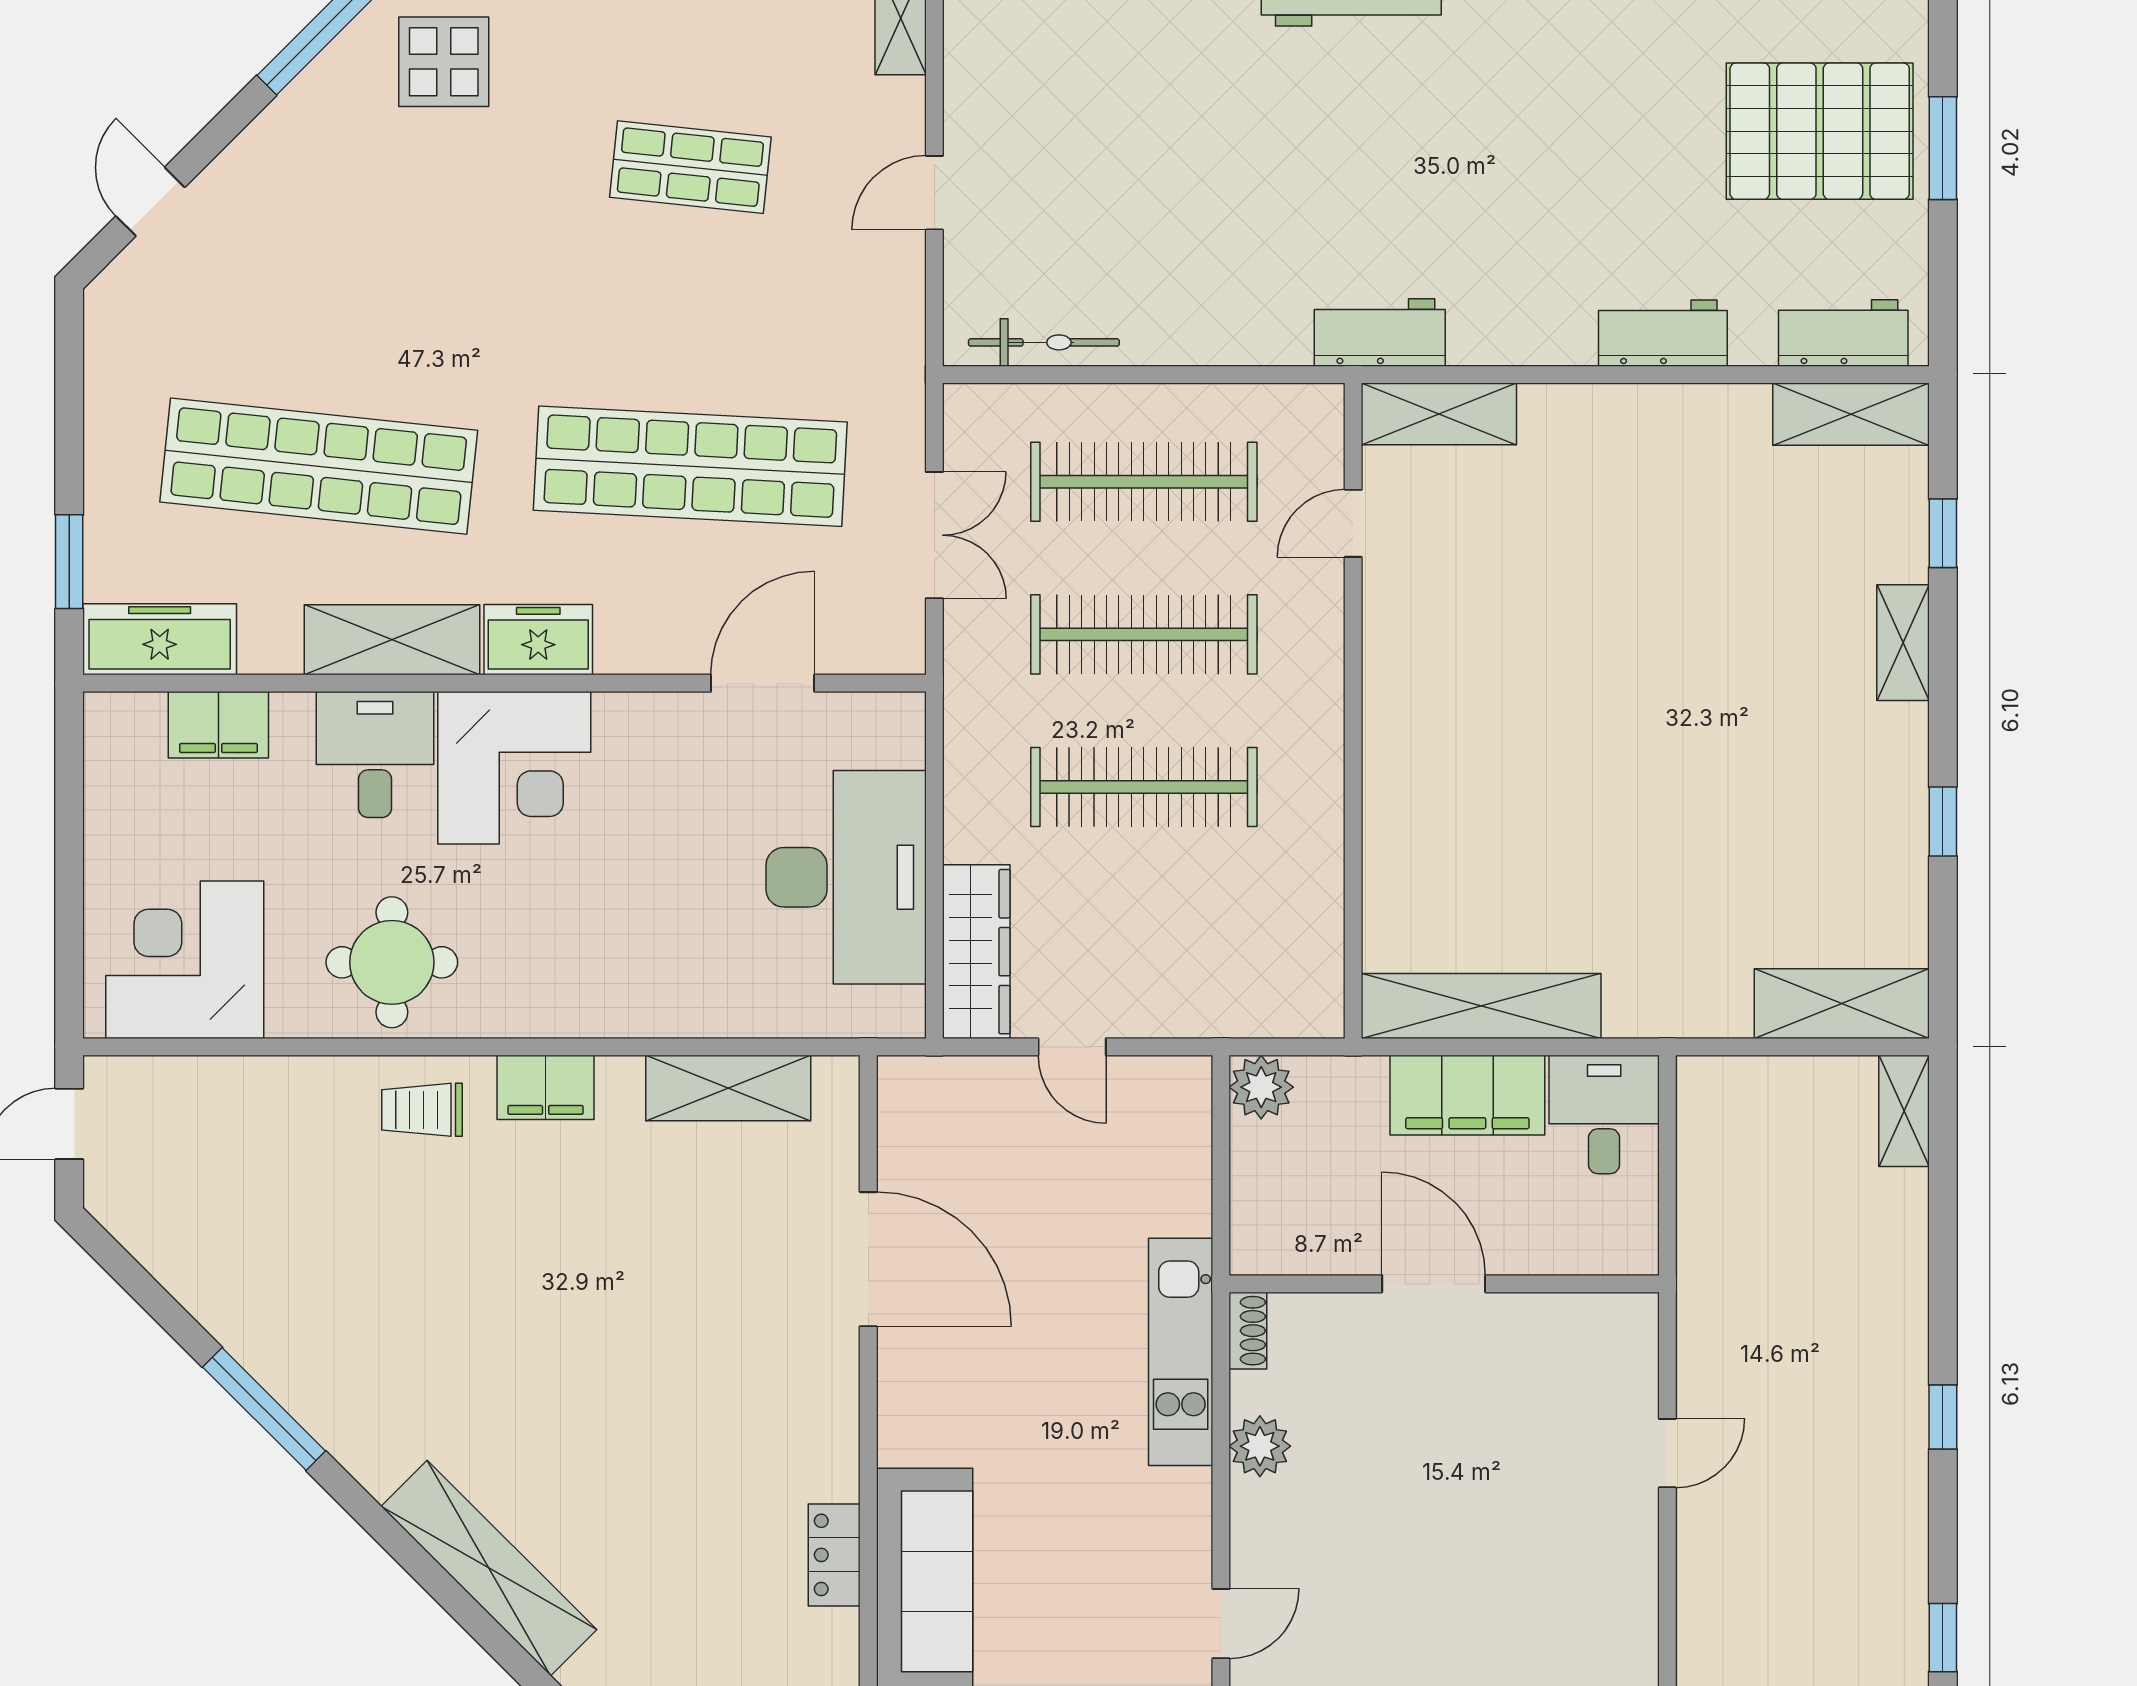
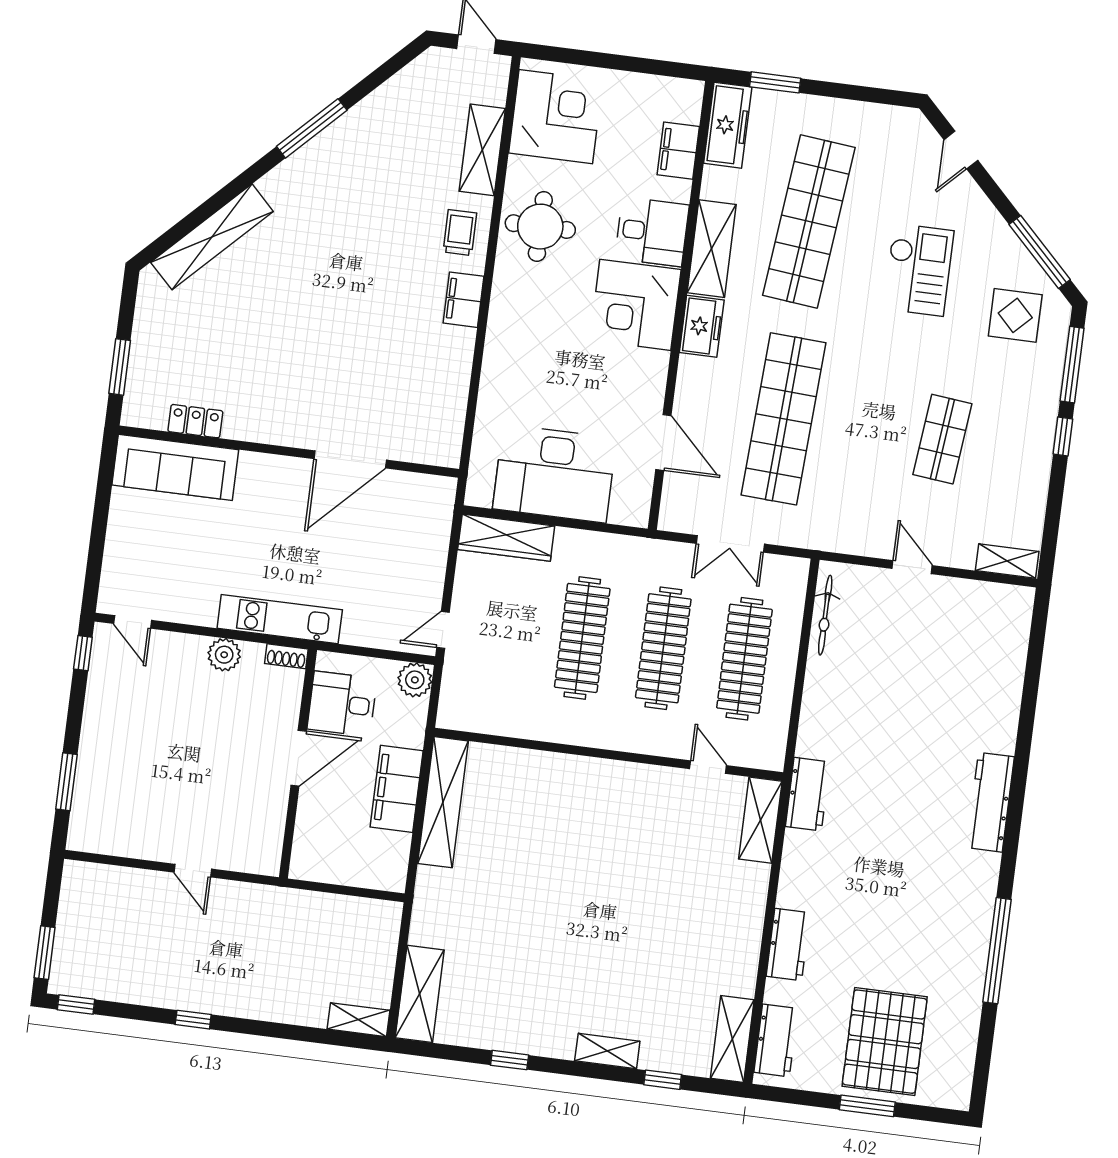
door: (150, 202) -> (961, 150), swing flipped
checkout: (382, 252) -> (918, 270), added
door: (1072, 1047) -> (443, 630), moved
shelving: (728, 1088) -> (482, 150), moved
desk: (1604, 1114) -> (342, 704), moved, turned 180

